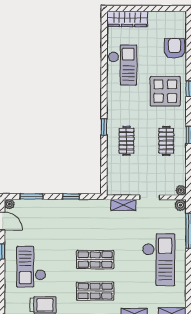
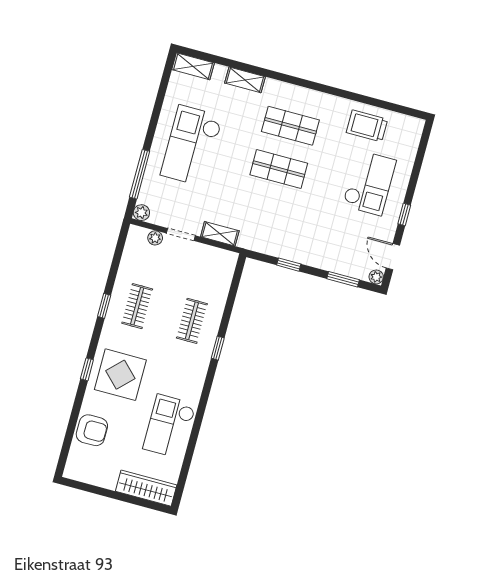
armchair: (174, 48) -> (92, 430), turned -90
plant: (181, 190) -> (155, 238), moved

